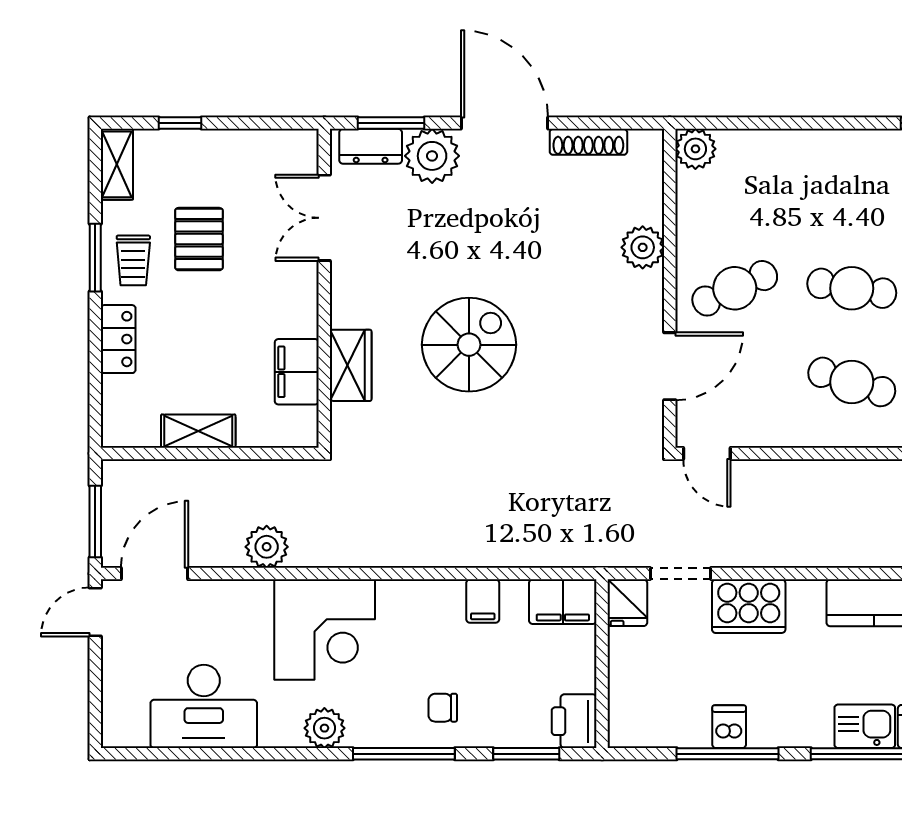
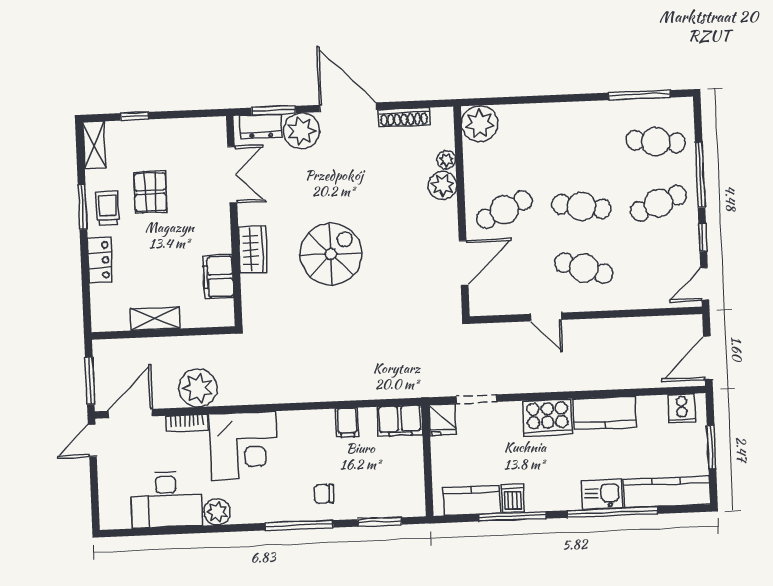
plant: (695, 149) -> (480, 124), width x1.36, depth x1.36
plant: (650, 209) -> (446, 160), added
double door: (324, 218) -> (232, 175), swing flipped
trolley: (133, 260) -> (108, 208), turned 180
wardrobe: (351, 365) -> (253, 250), moved
door: (707, 453) -> (546, 317), moved
plant: (267, 547) -> (198, 388), width x1.36, depth x1.36
bookcase: (240, 592) -> (187, 423), added
cooker: (749, 606) -> (548, 418), moved
printer: (574, 721) -> (411, 499), removed
kitchen counter: (667, 727) -> (472, 500), added
plant: (324, 728) -> (217, 512), moved

